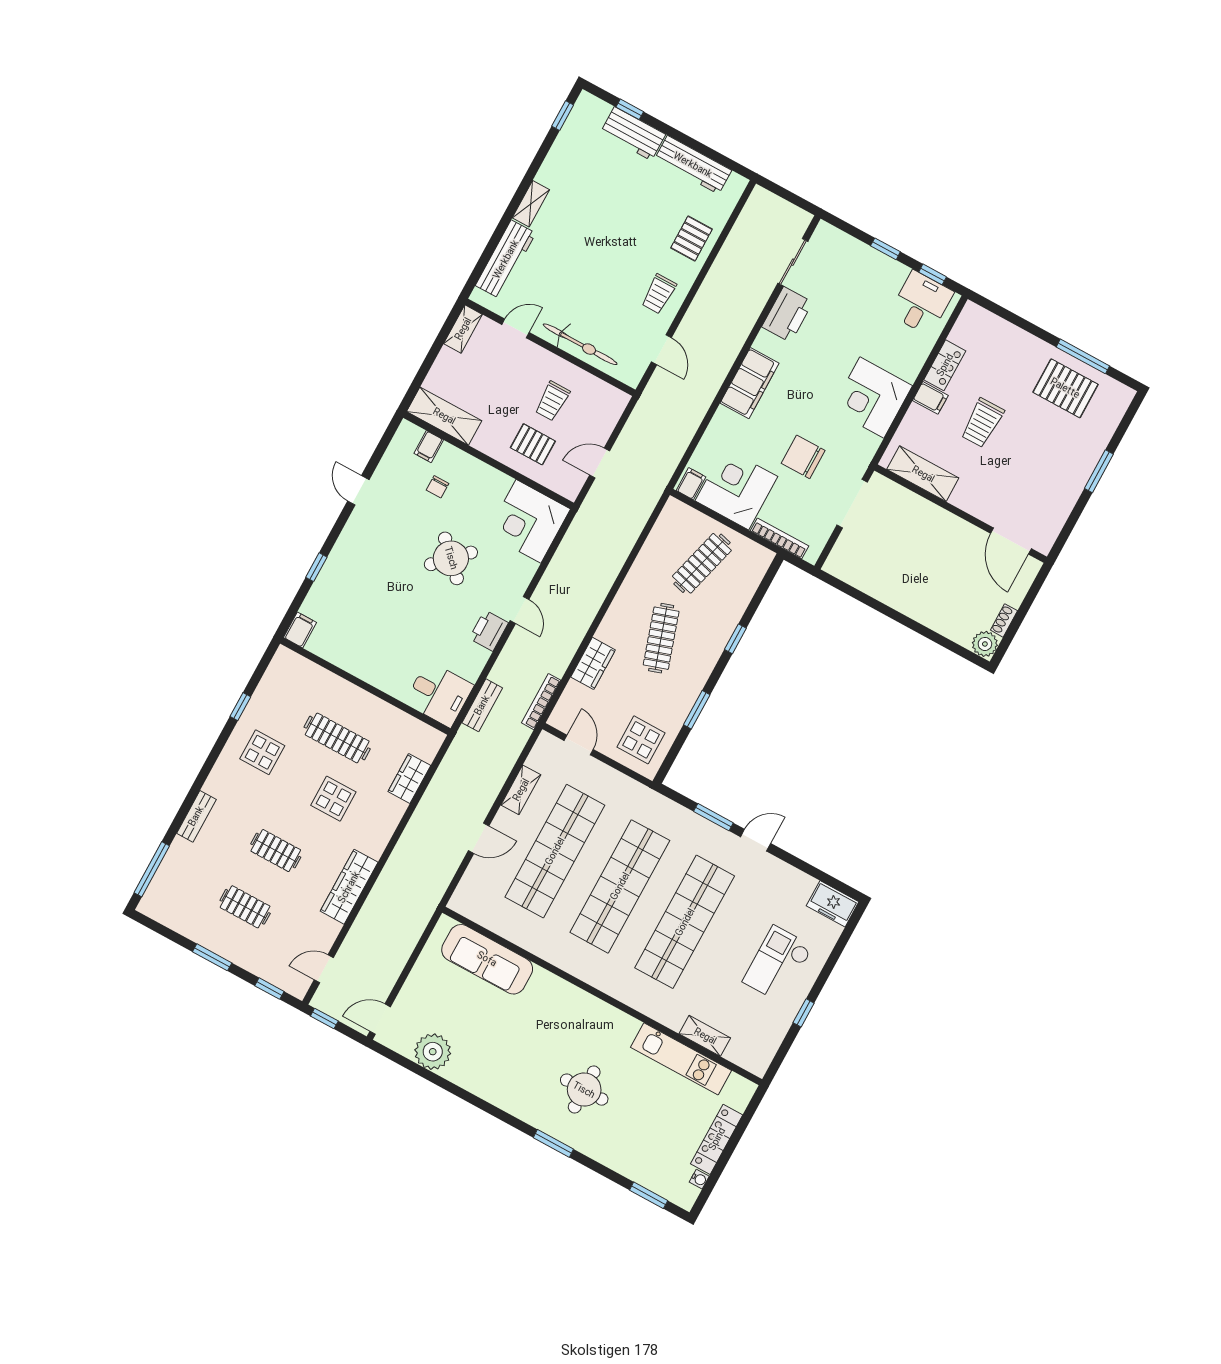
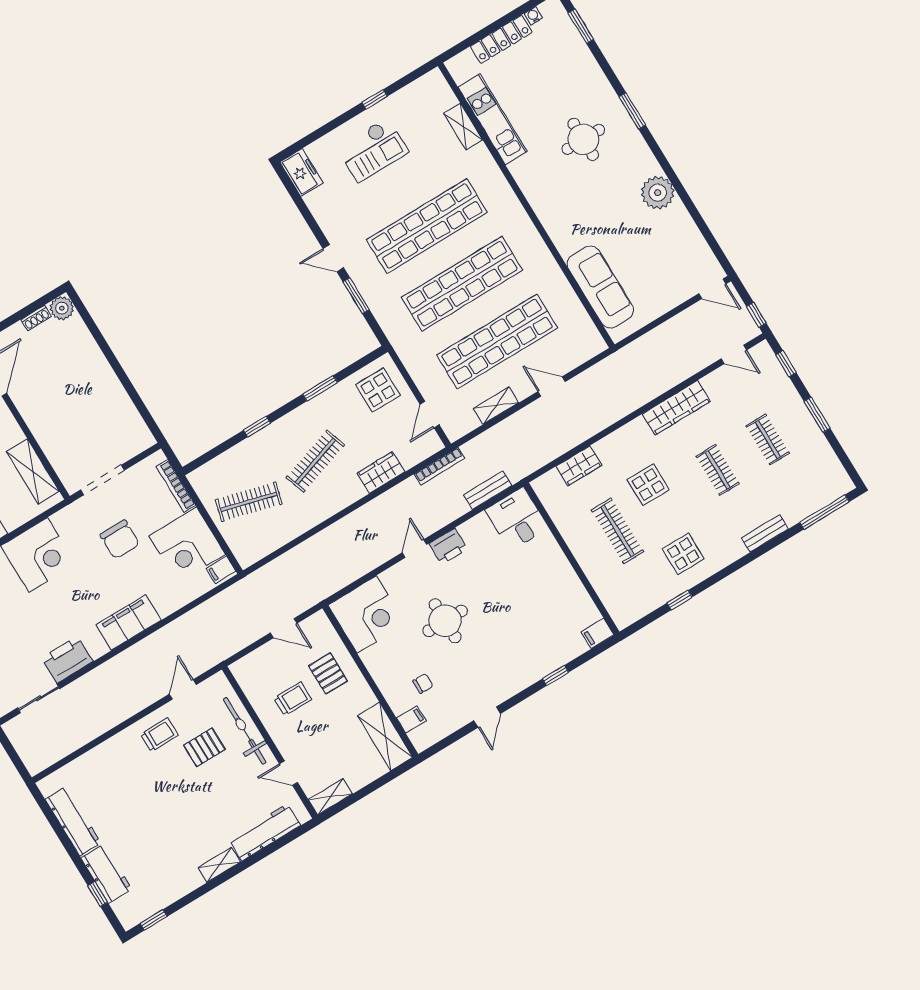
pallet: (691, 238) -> (204, 747), moved
round table: (451, 558) -> (445, 621), turned 45
plant: (433, 1052) -> (658, 193), moved

